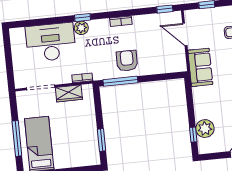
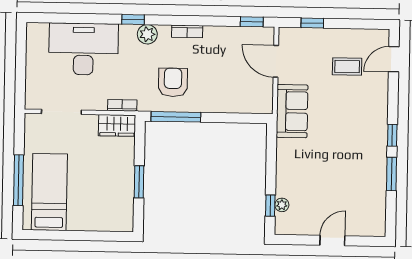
plant: (81, 28) -> (147, 34), moved
armchair: (127, 61) -> (173, 82), moved
wardrobe: (69, 93) -> (117, 125), moved
plant: (205, 129) -> (282, 205), width x0.53, depth x0.53
window: (102, 140) -> (139, 182), moved

